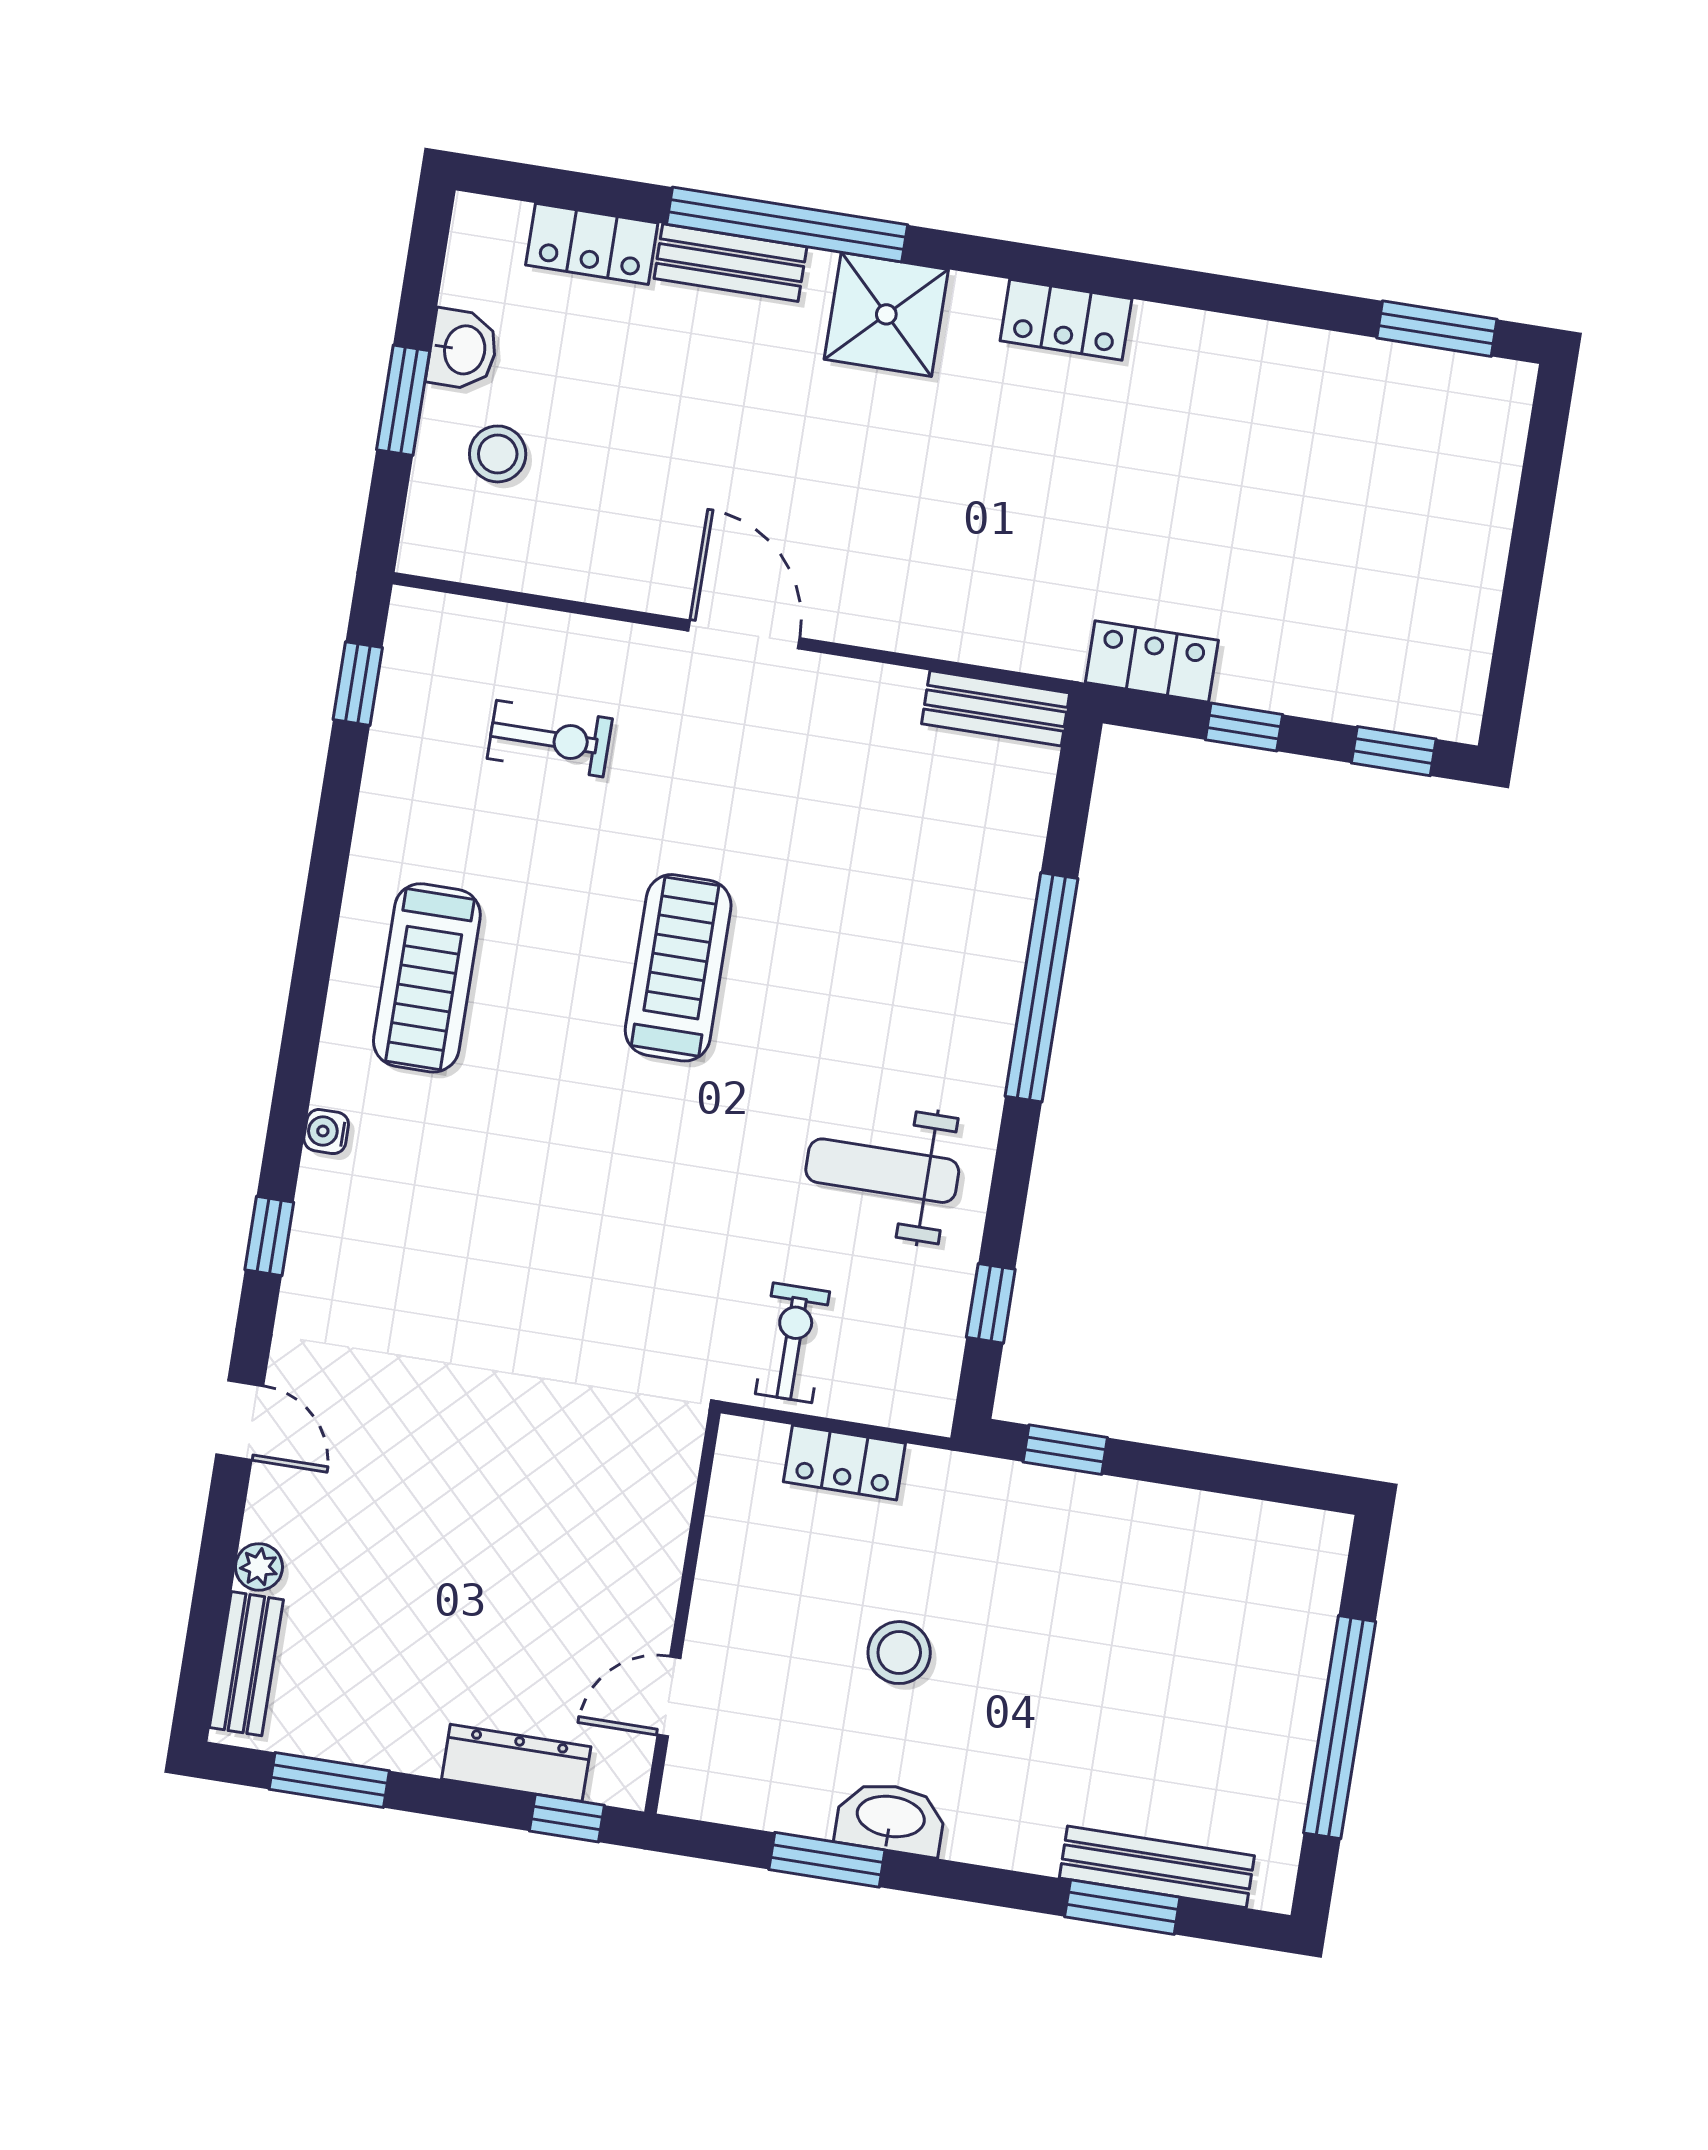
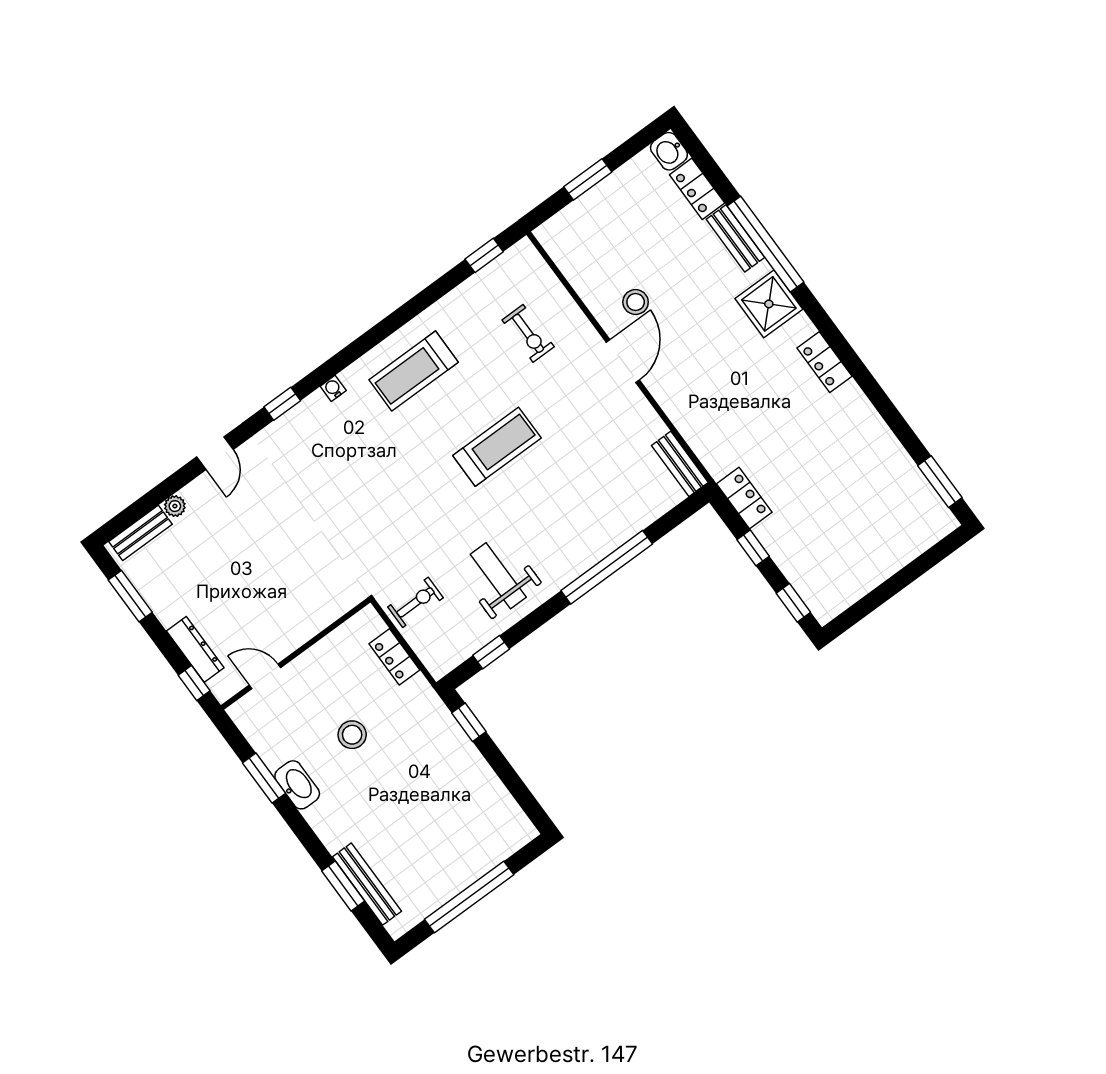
washbasin: (463, 350) -> (669, 151), moved, turned 90
stool: (498, 454) -> (636, 302), moved

